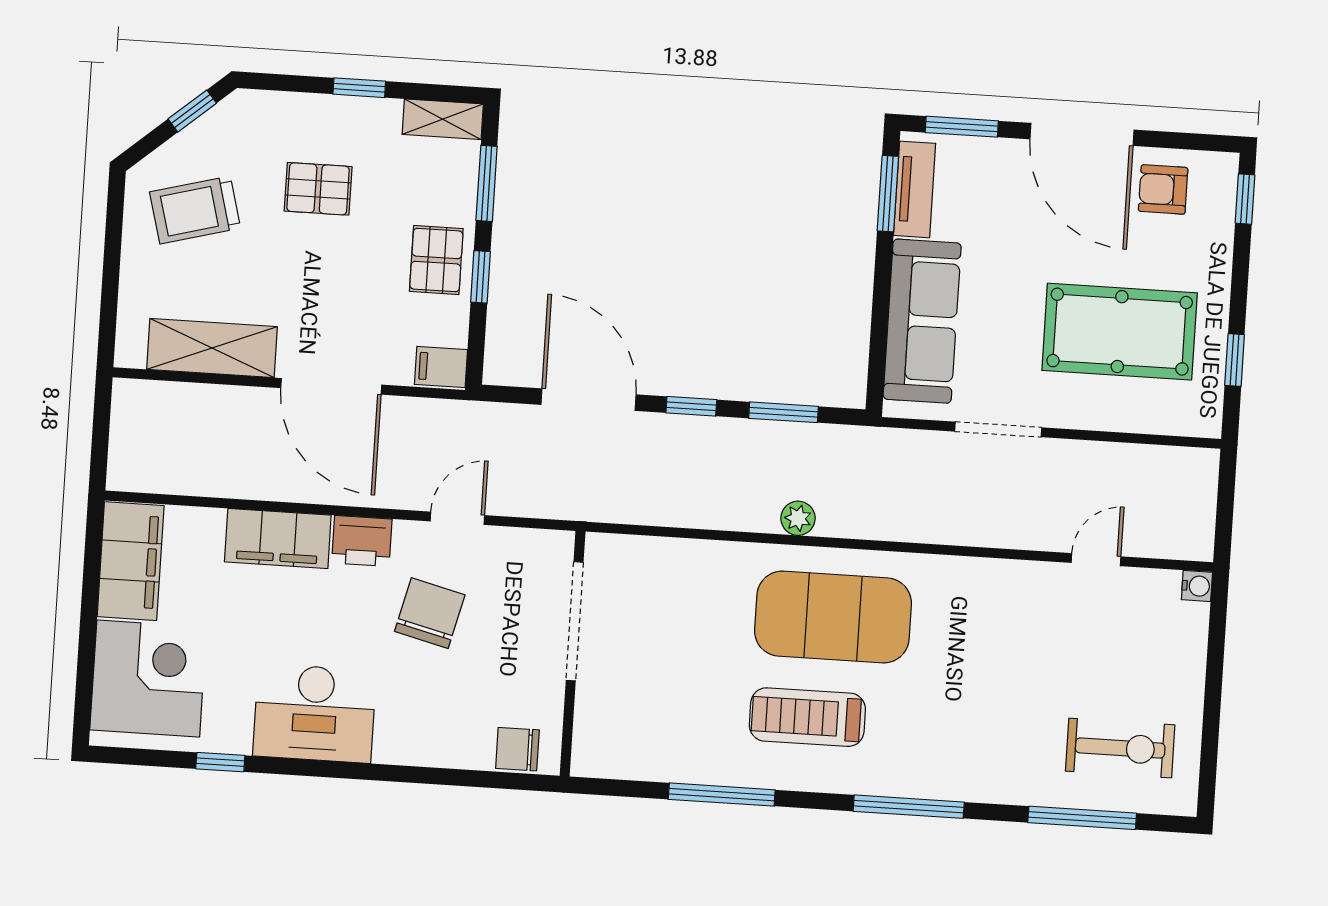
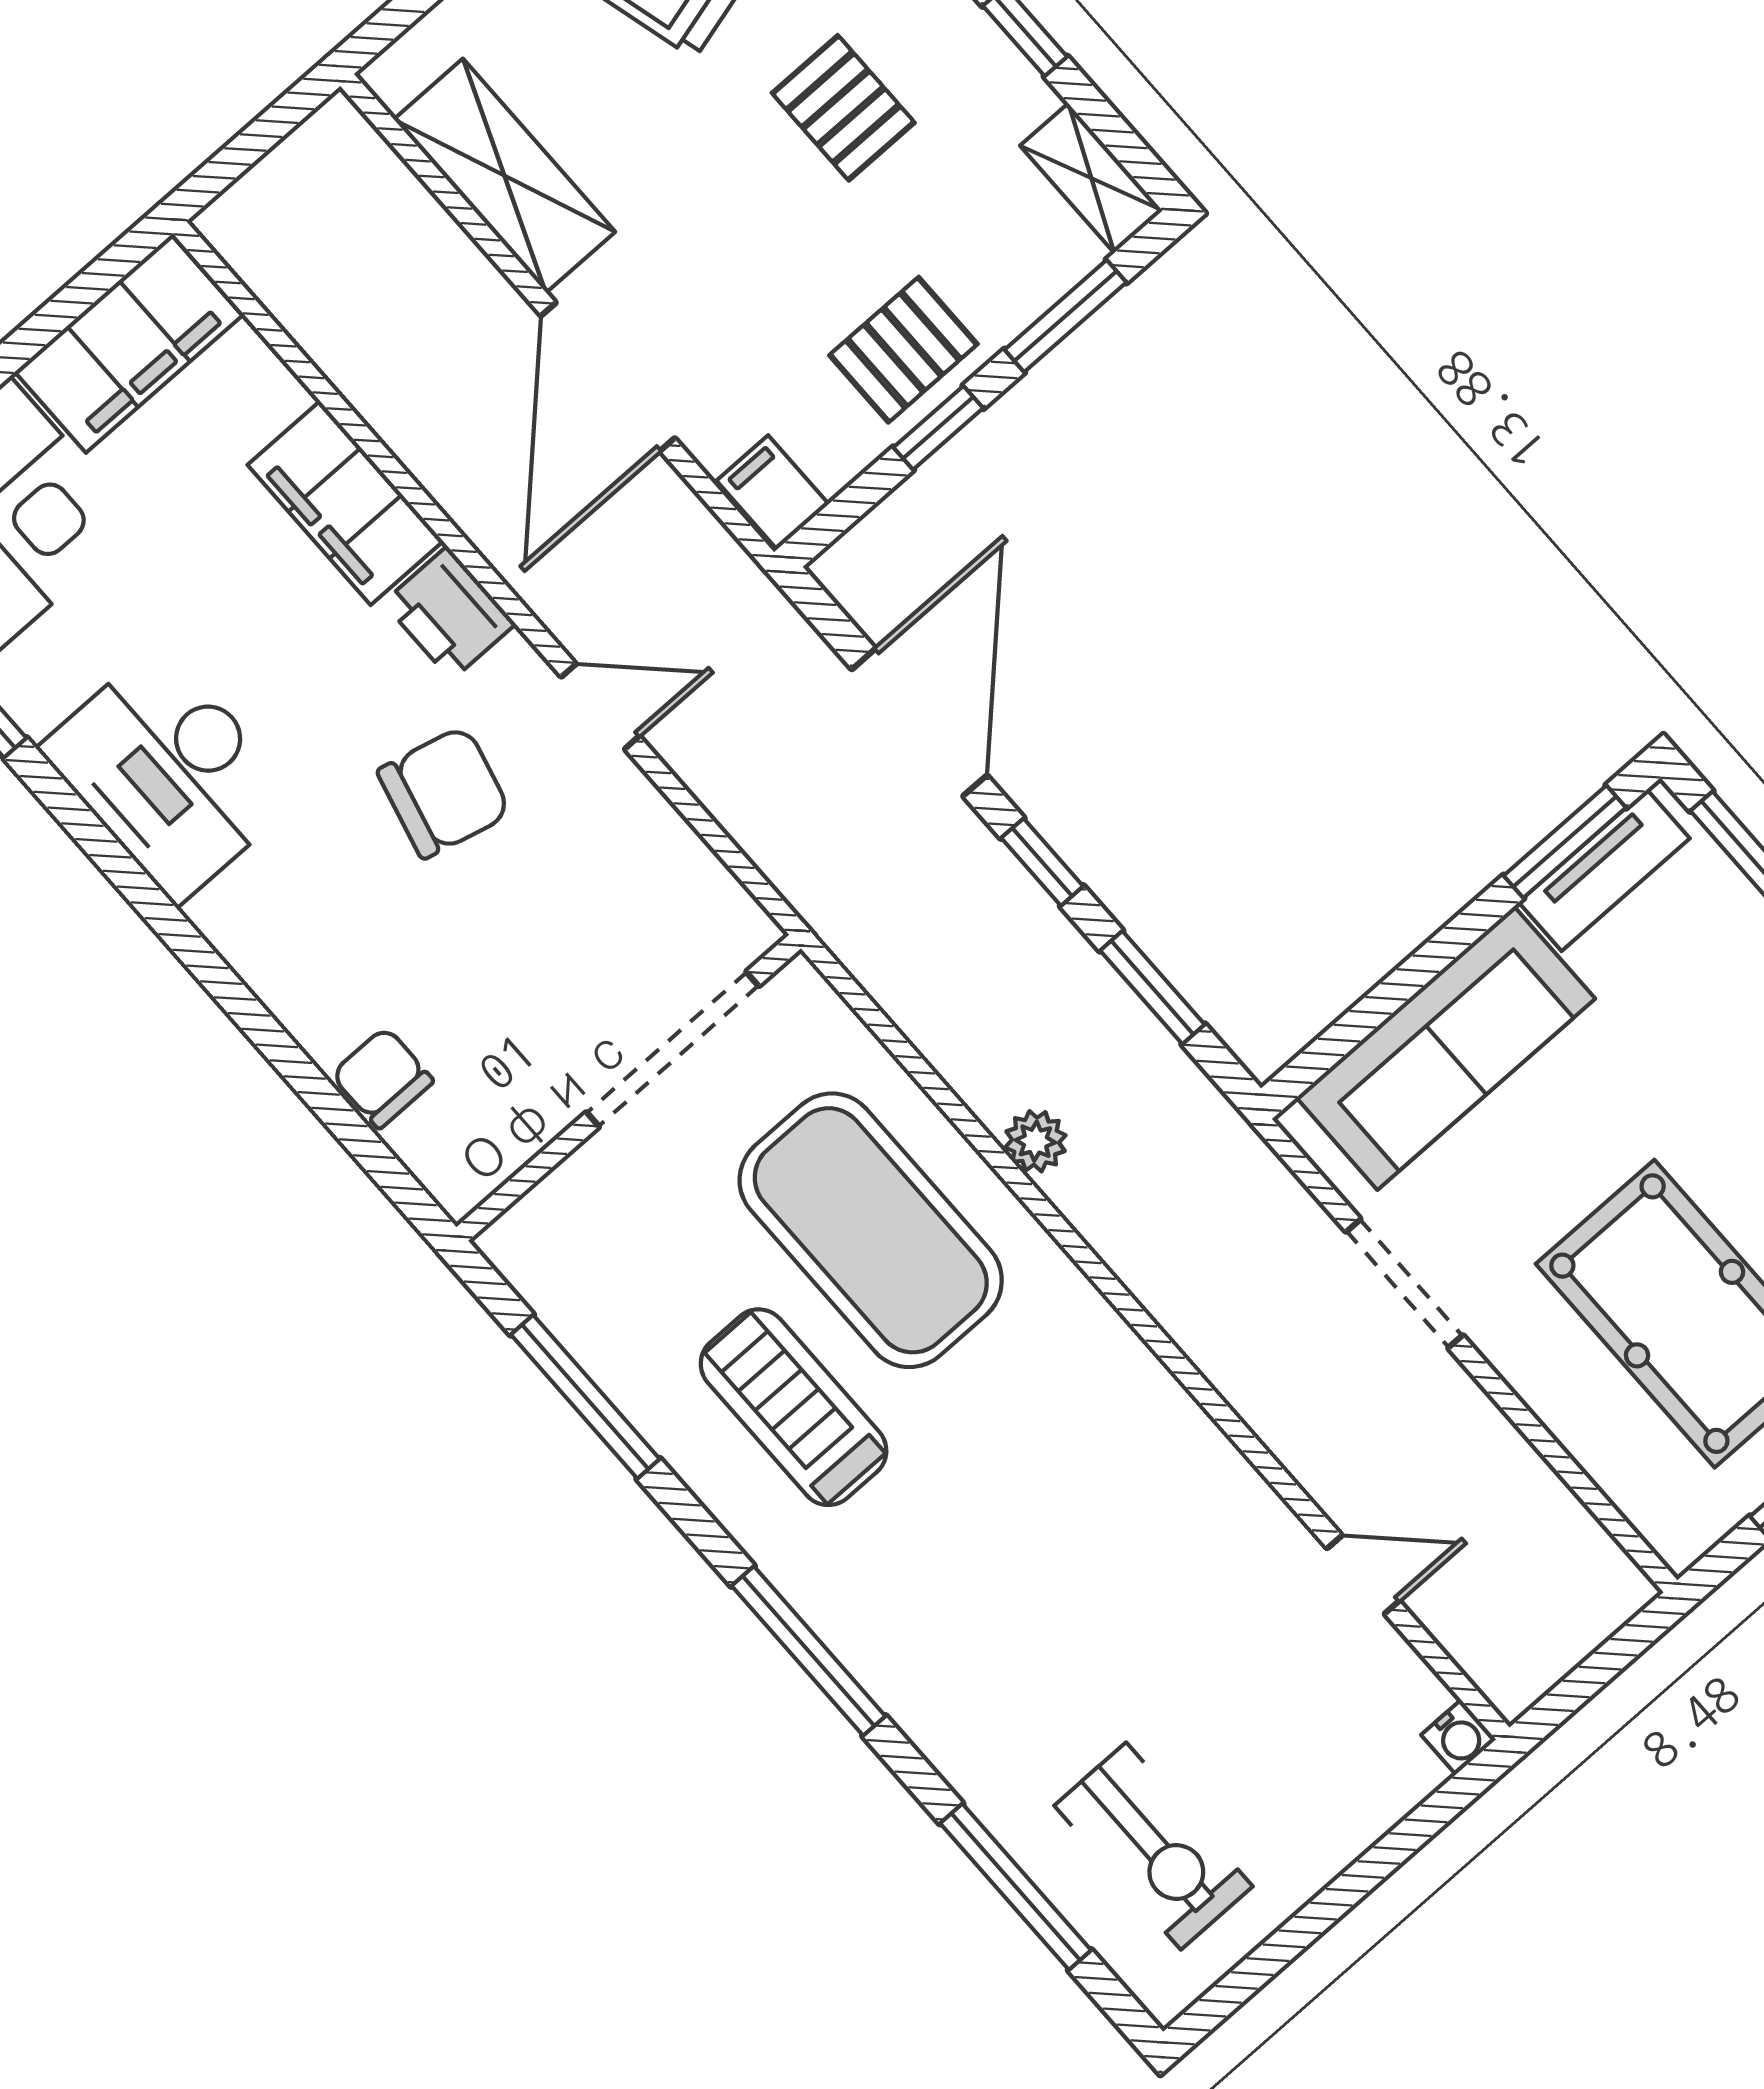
exercise mat: (833, 617) -> (871, 1230), moved
doorway: (575, 621) -> (673, 1049), moved
wall: (573, 654) -> (629, 1088), moved

